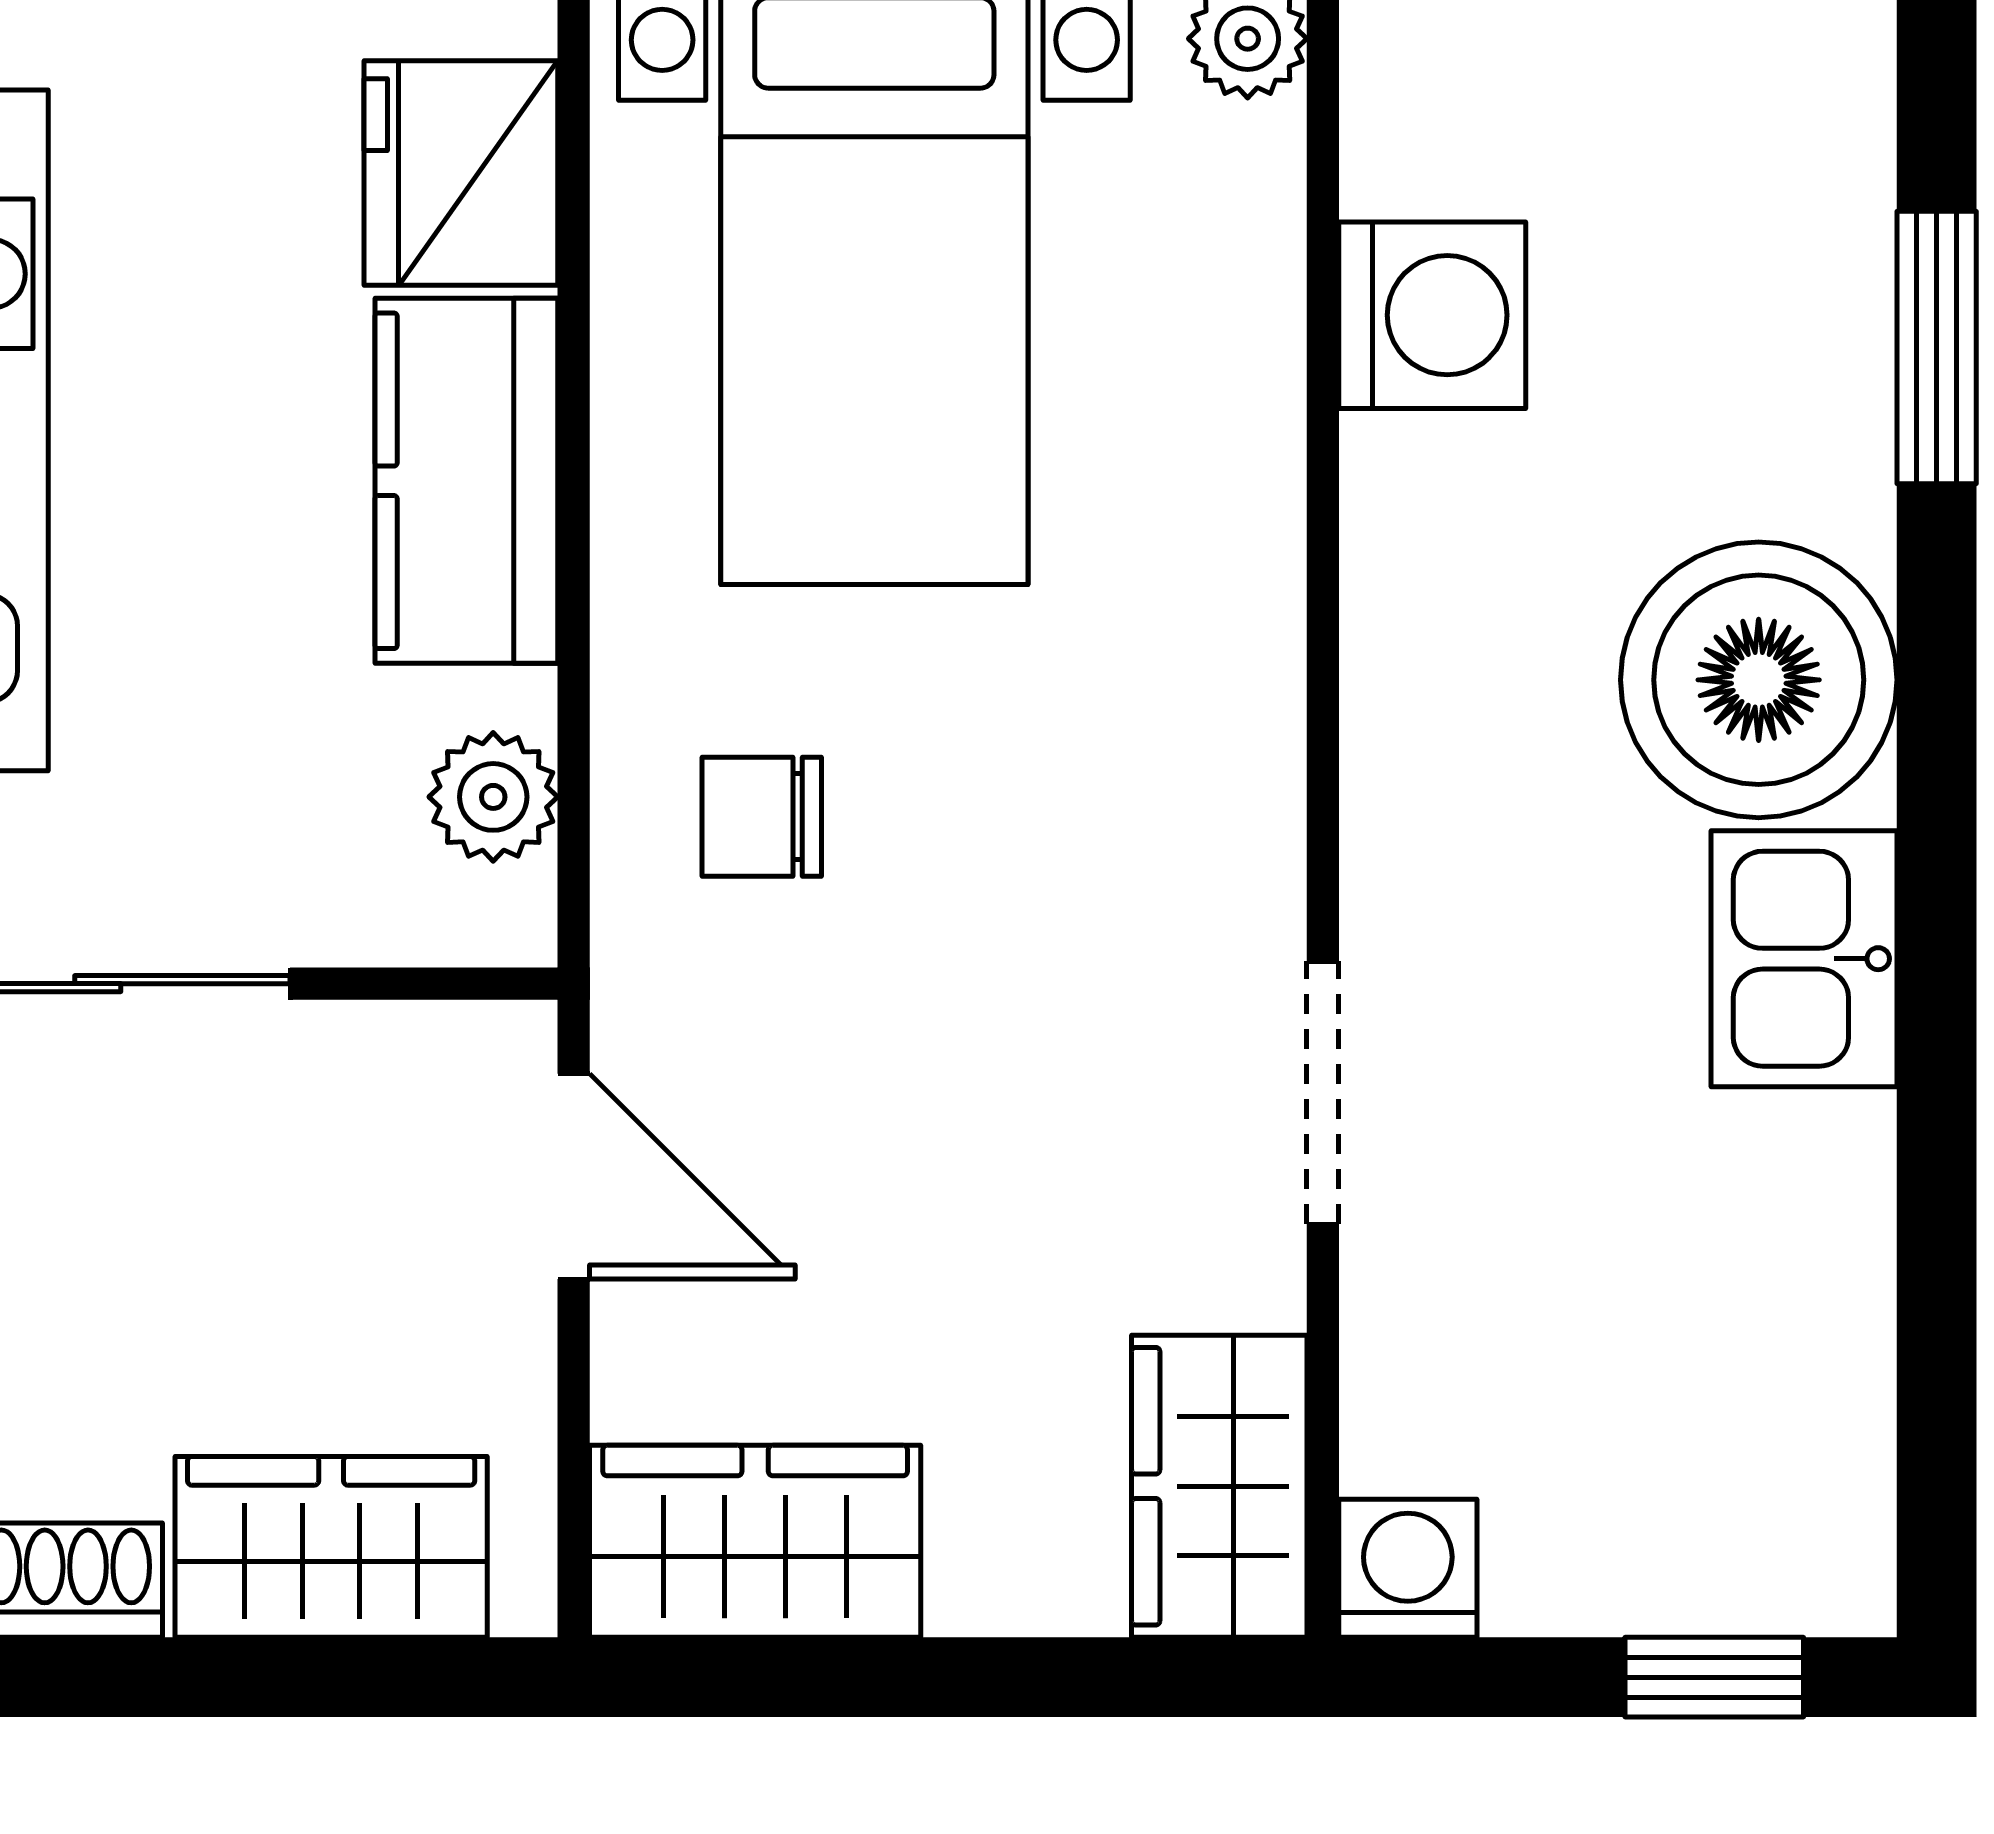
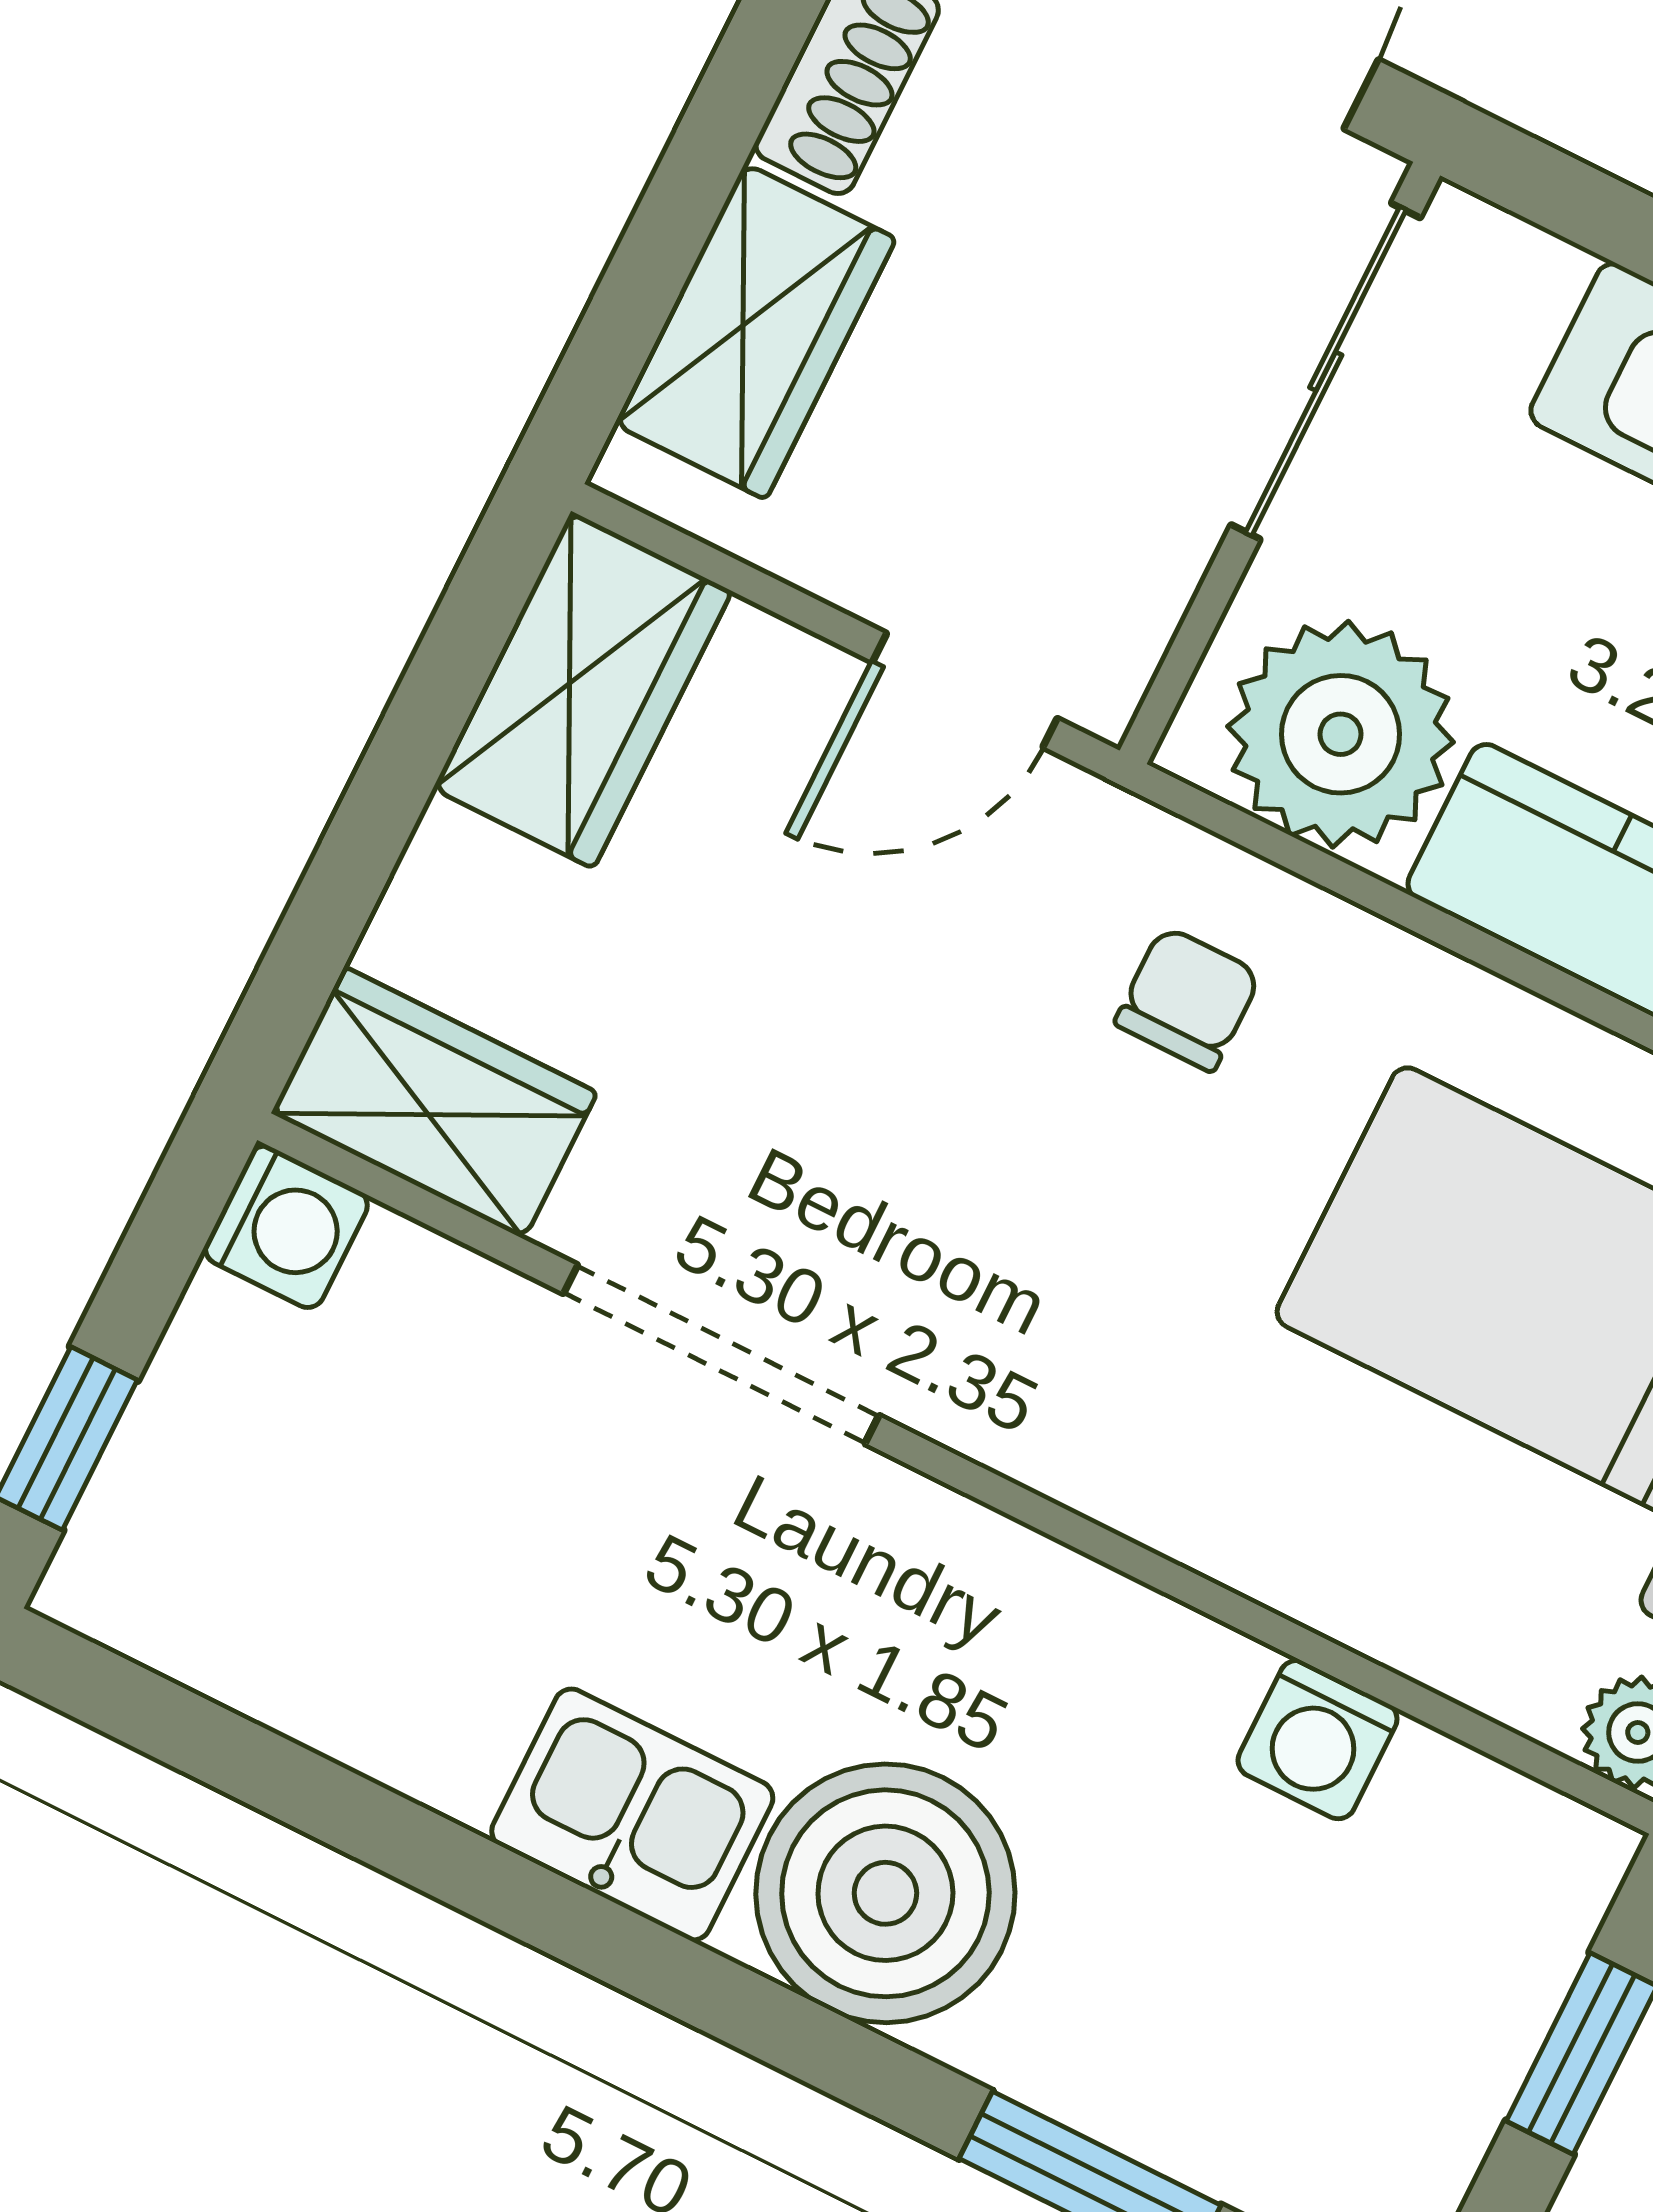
washing machine: (1432, 315) -> (1318, 1740), width x0.73, depth x0.73
plant: (493, 797) -> (1341, 734), width x1.87, depth x1.87
doorway: (1323, 1093) -> (721, 1354), width x1.38

